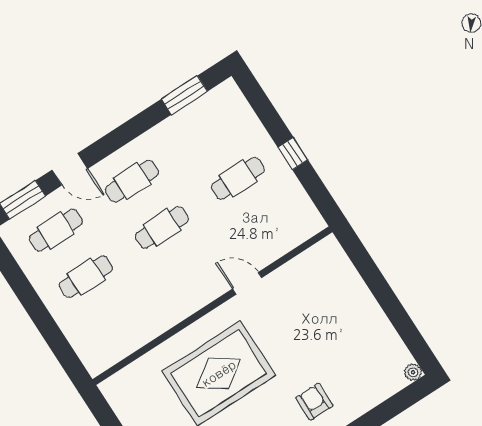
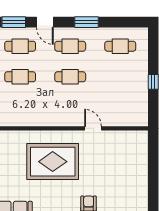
window: (184, 95) -> (86, 22), moved
cafe table: (238, 178) -> (120, 46), moved

